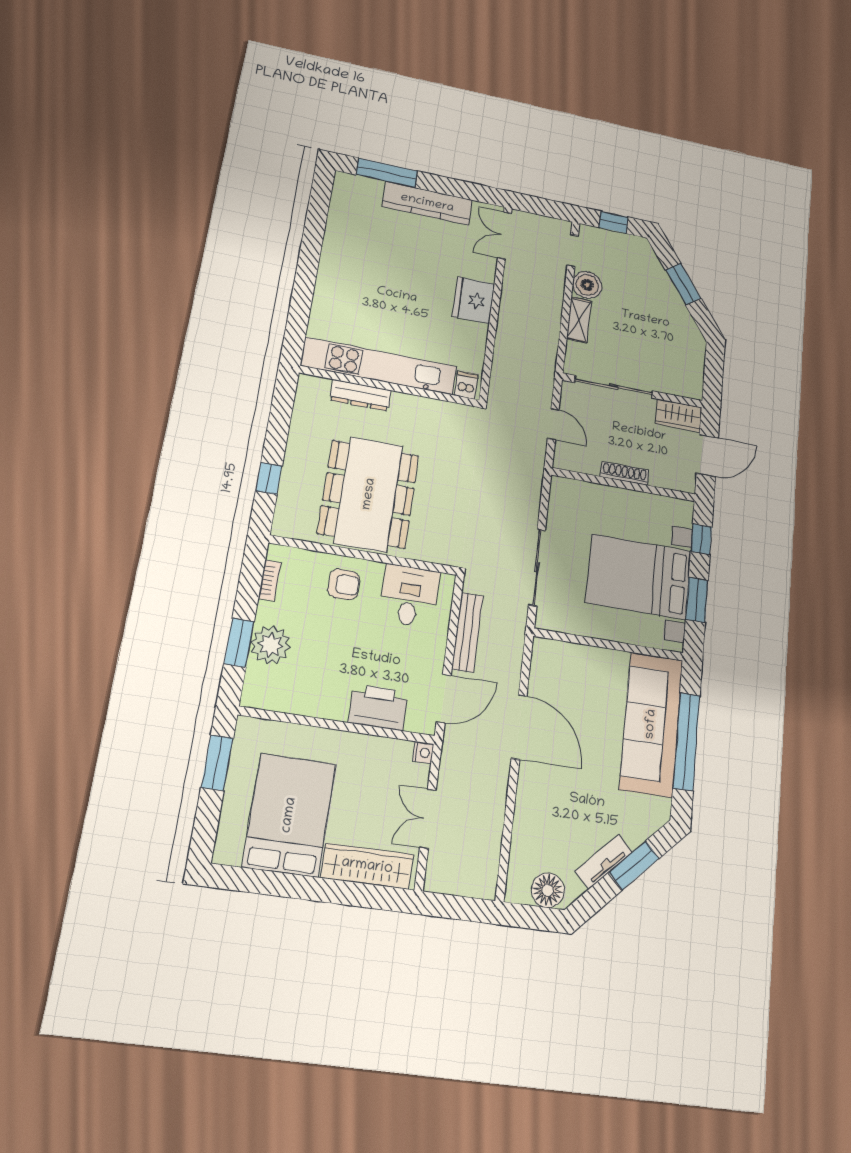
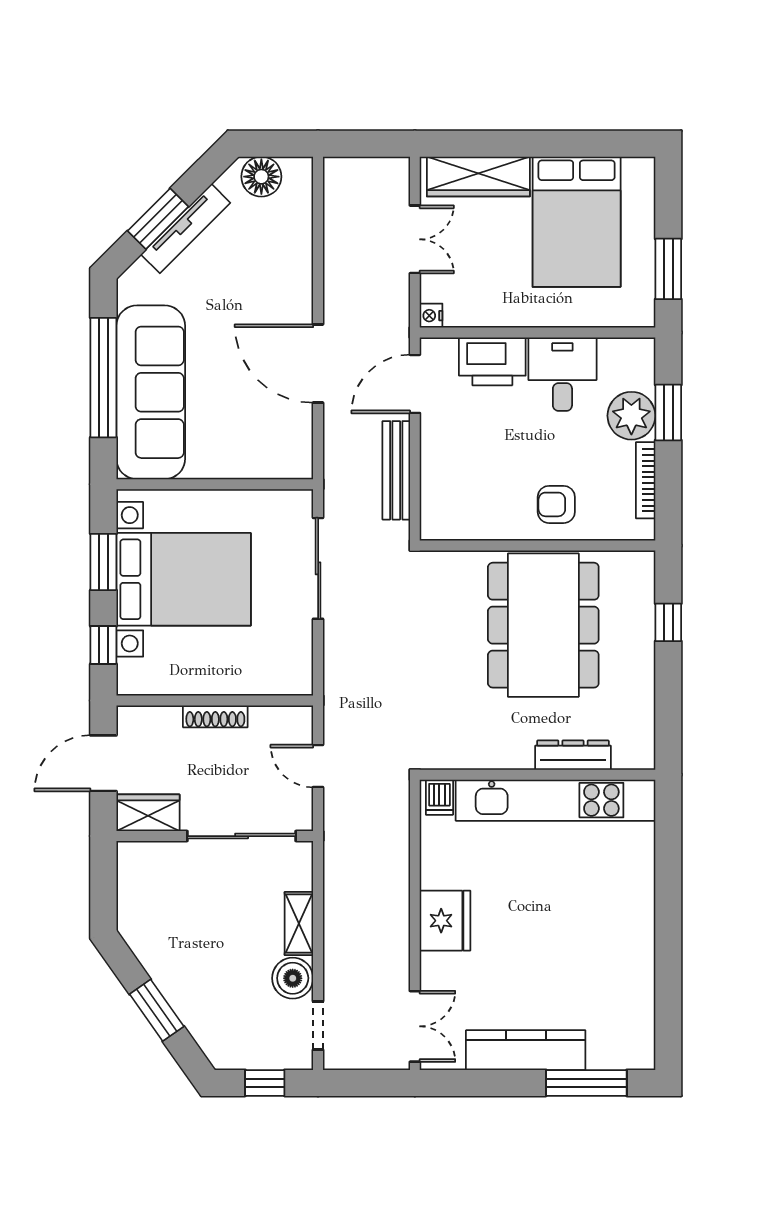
bookcase: (270, 580) -> (646, 480), width x1.56
desk: (409, 596) -> (562, 374), moved, turned 180
tv unit: (604, 862) -> (186, 229), width x1.41

